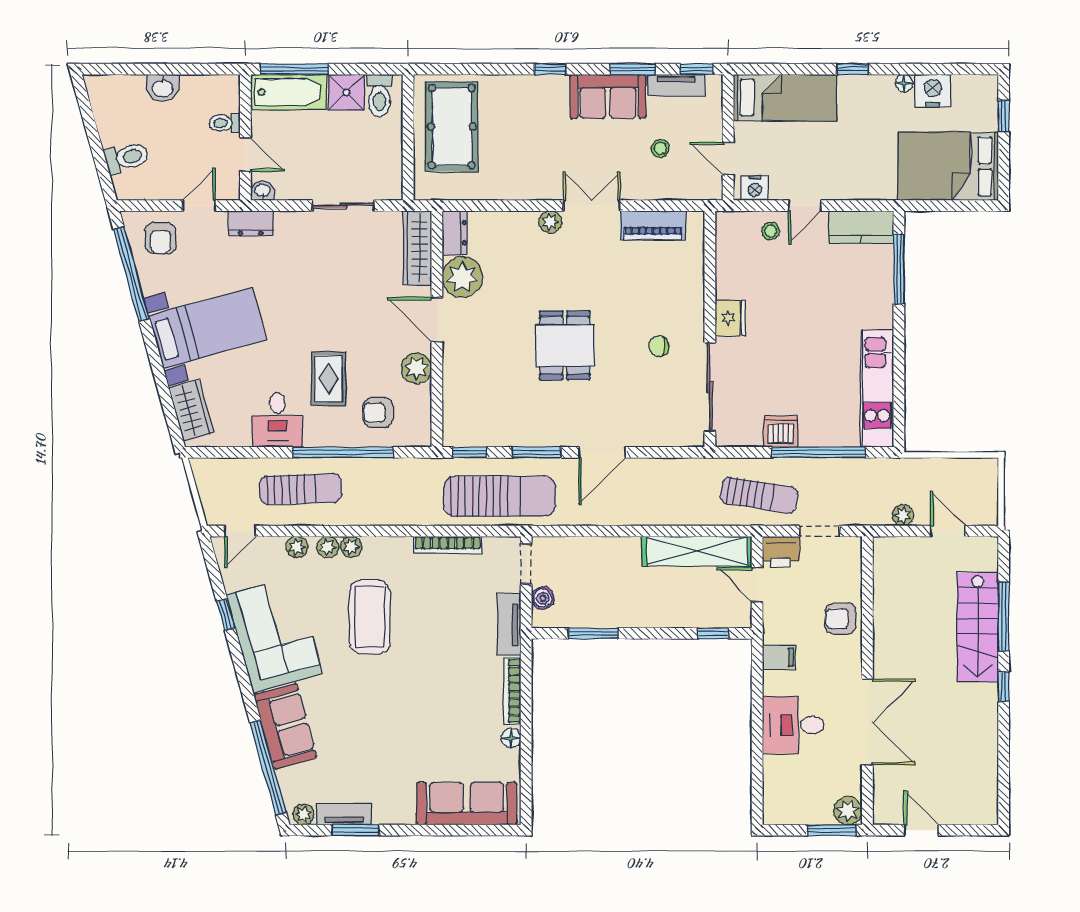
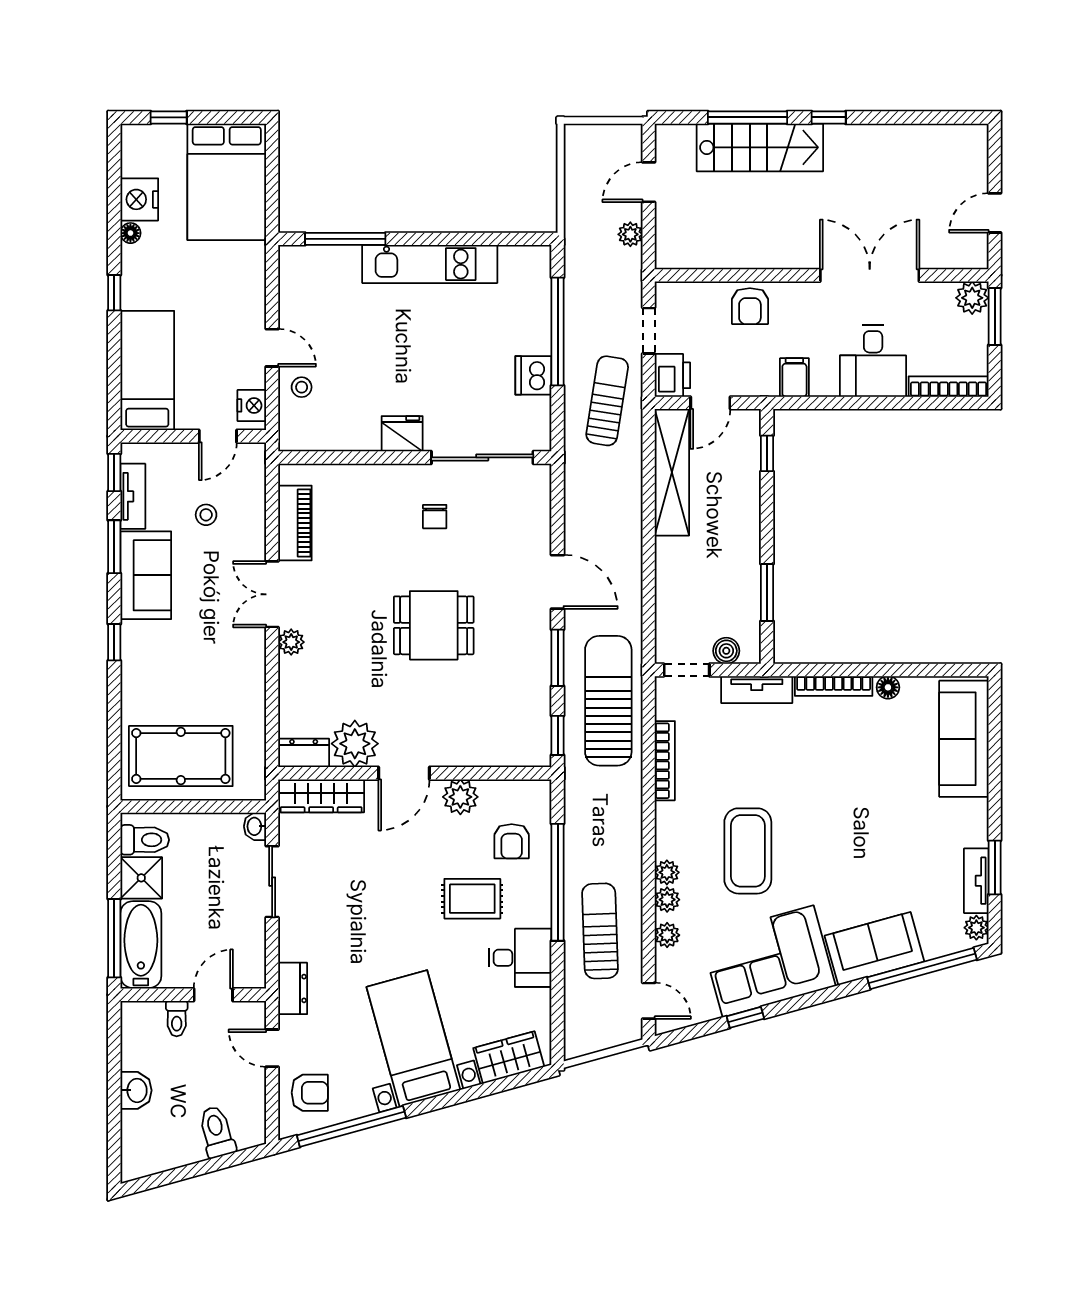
washbasin: (262, 191) -> (255, 826), moved
kitchen counter: (861, 227) -> (297, 283), removed
kitchen unit: (877, 389) -> (430, 264), moved
coffee table: (370, 617) -> (748, 851), turned 90
bookcase: (771, 790) -> (949, 387), added

